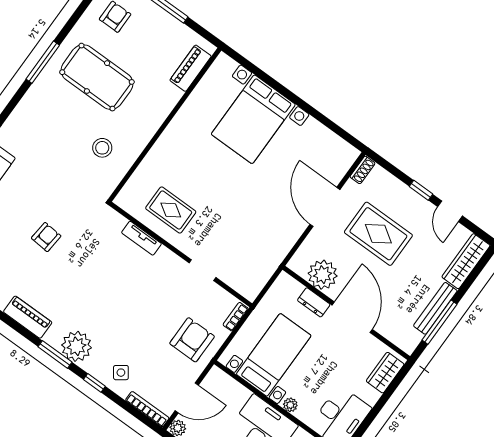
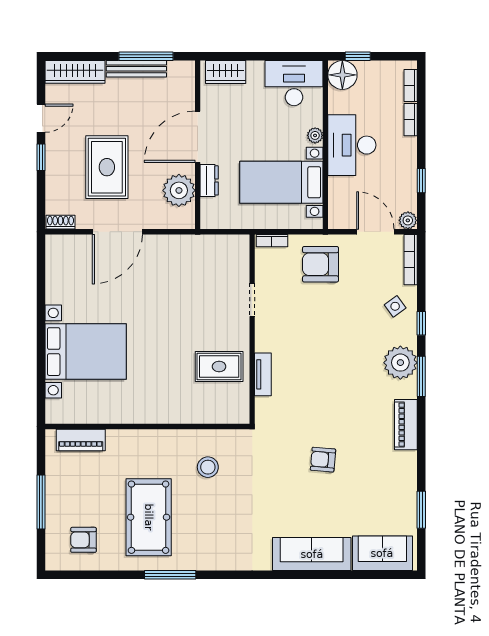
rug: (171, 210) -> (219, 366), turned 90

